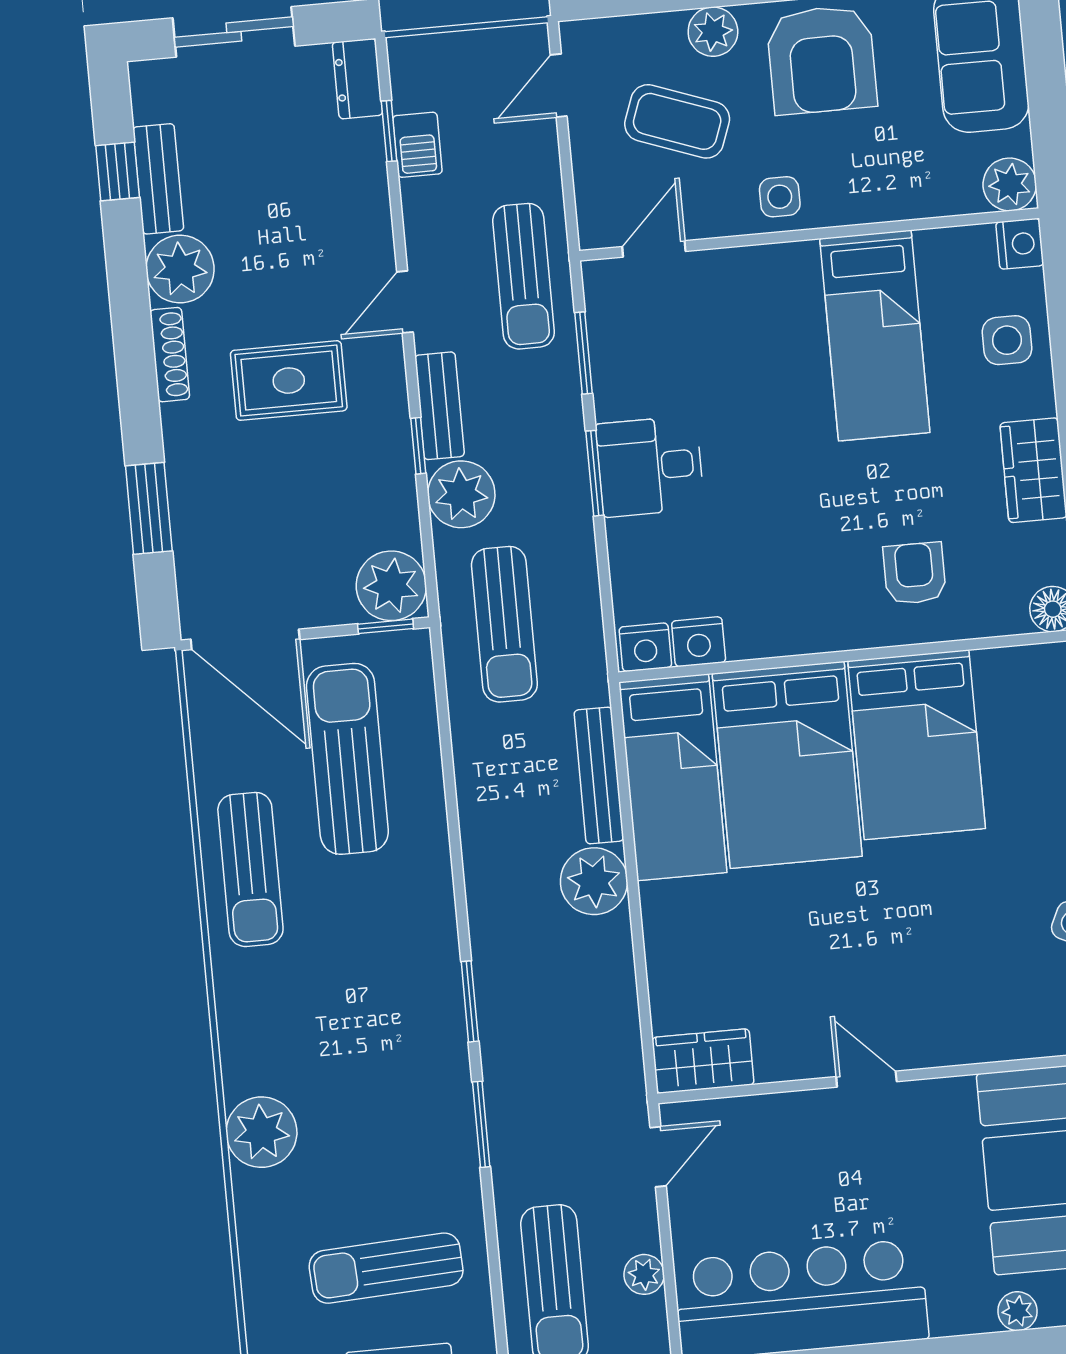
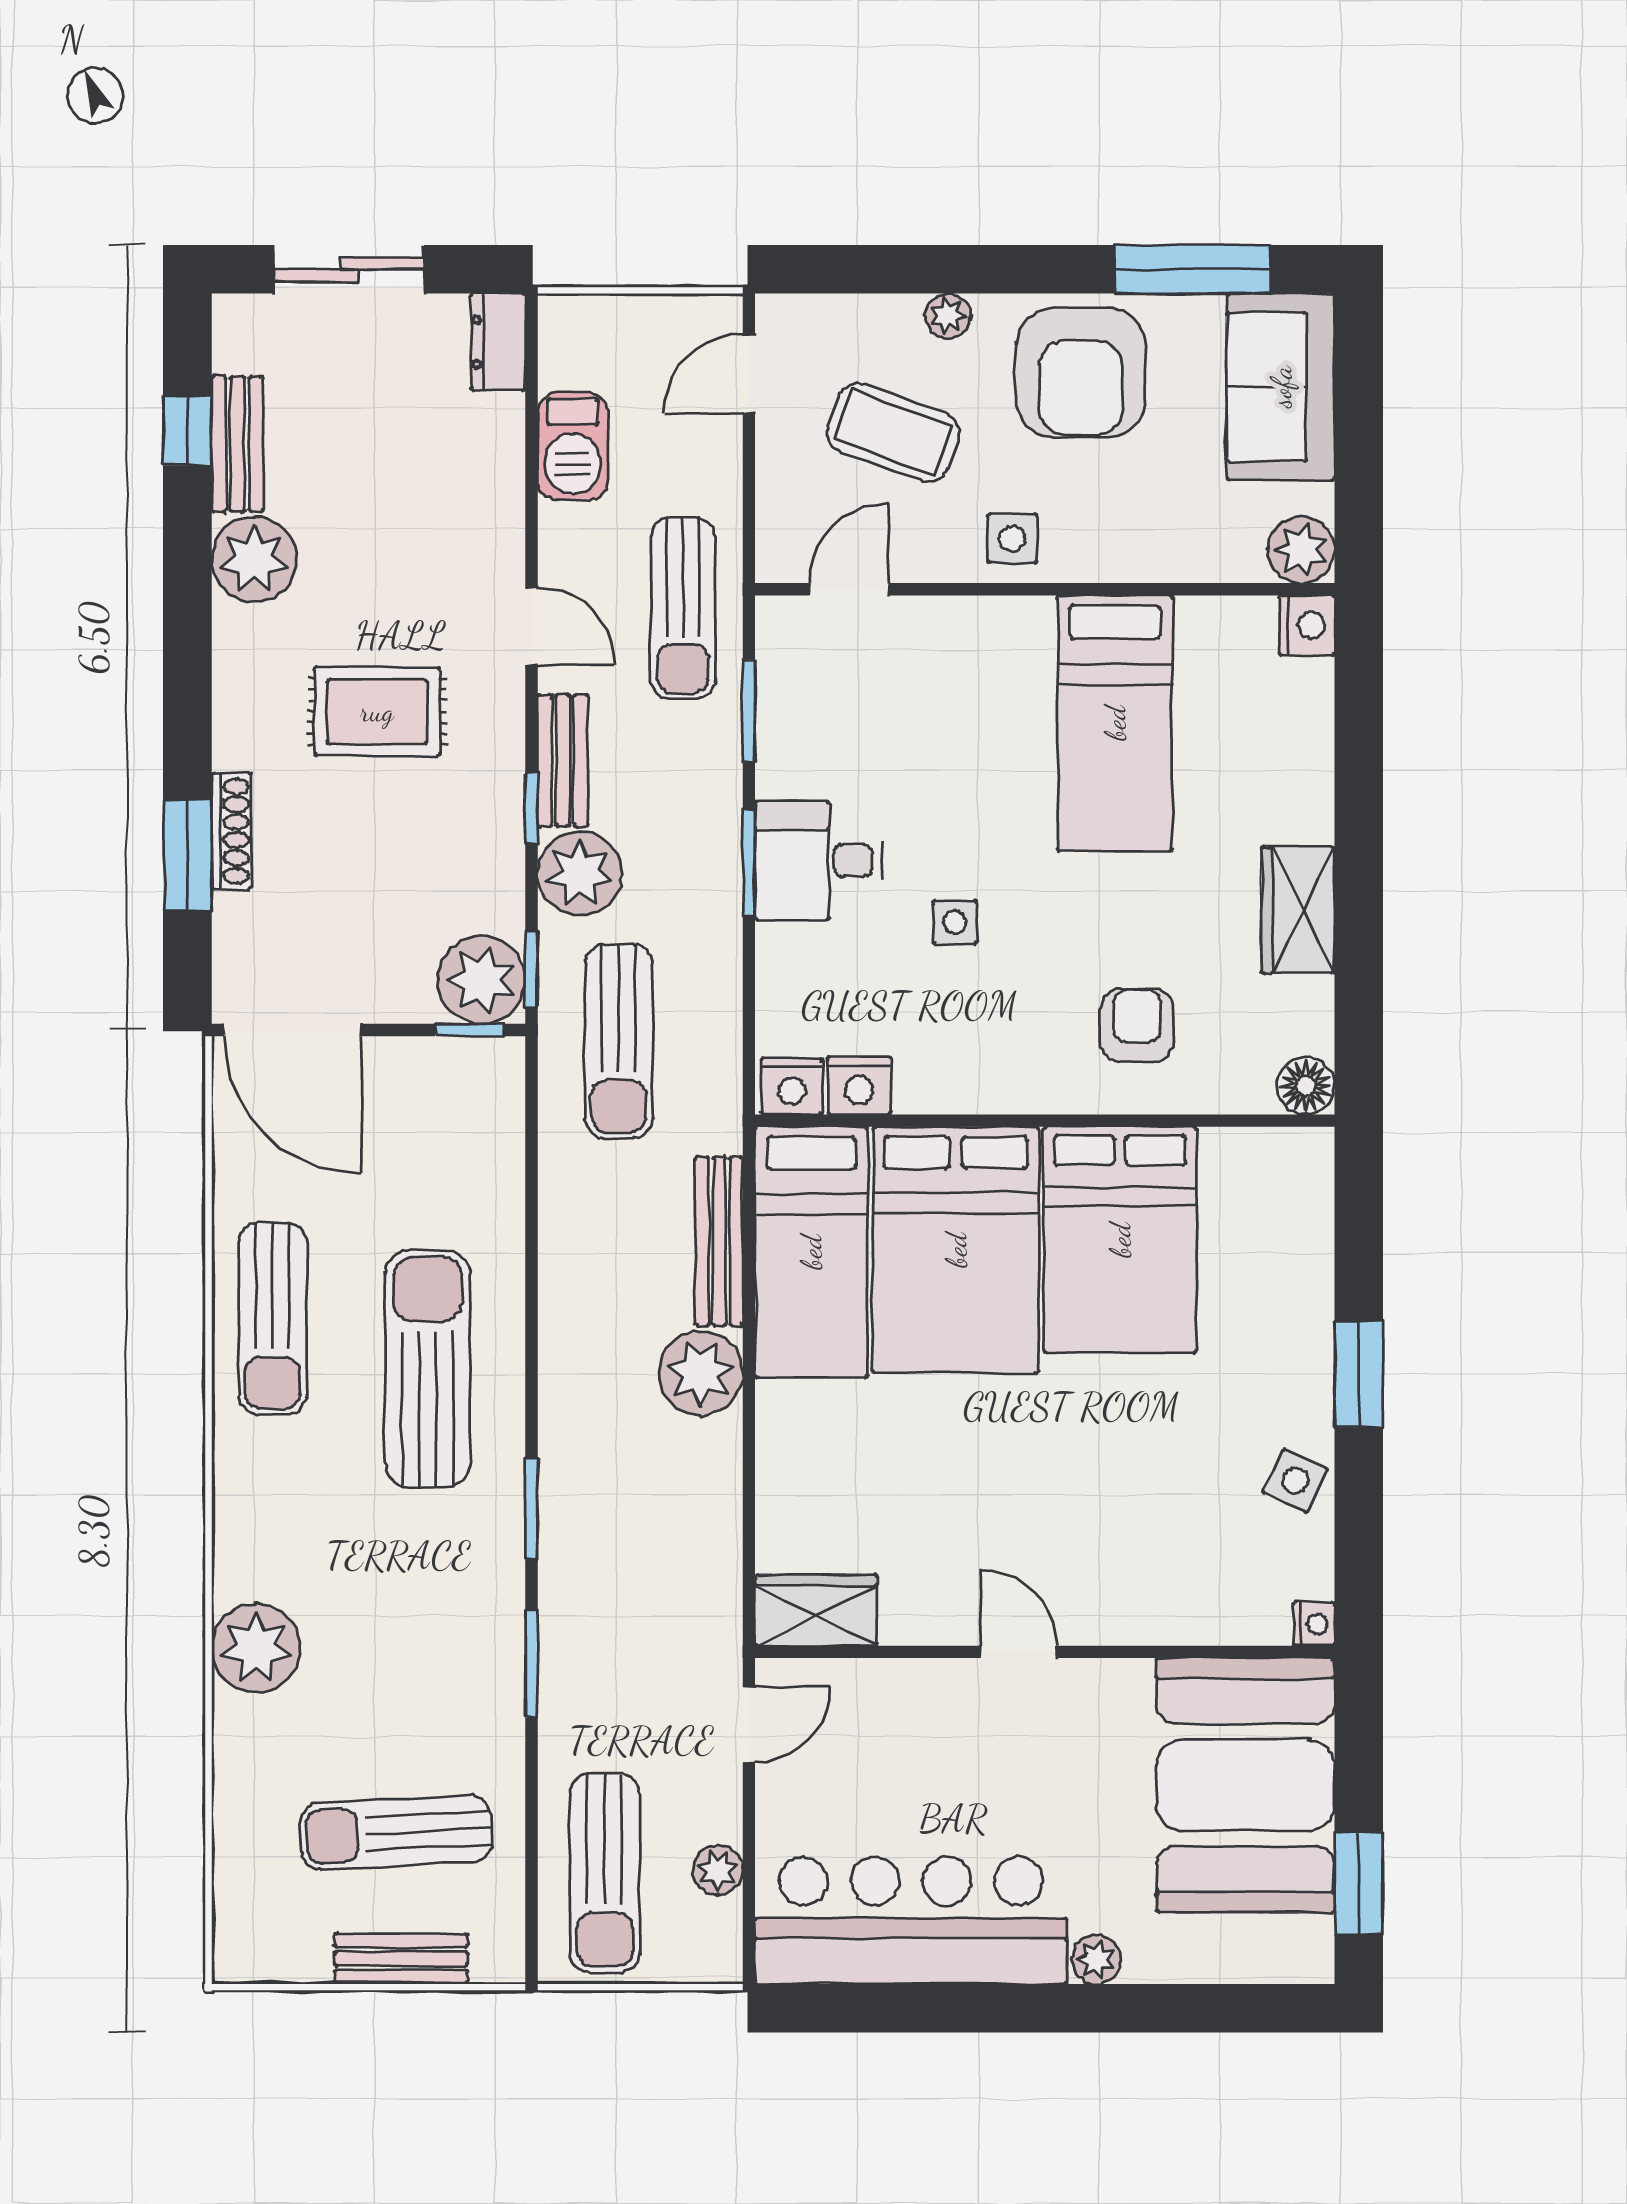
plant: (713, 32) -> (948, 316), width x0.73, depth x0.73
window: (389, 131) -> (532, 968), moved
barbecue: (417, 145) -> (573, 446), width x1.38, depth x1.27
door: (405, 302) -> (532, 627), swing flipped
side table: (1007, 340) -> (955, 922), moved, width x0.73, depth x0.73
shoe rack: (170, 355) -> (231, 831), moved
sun lounger: (347, 759) -> (428, 1369), moved
plant: (1017, 1311) -> (1096, 1960), moved

